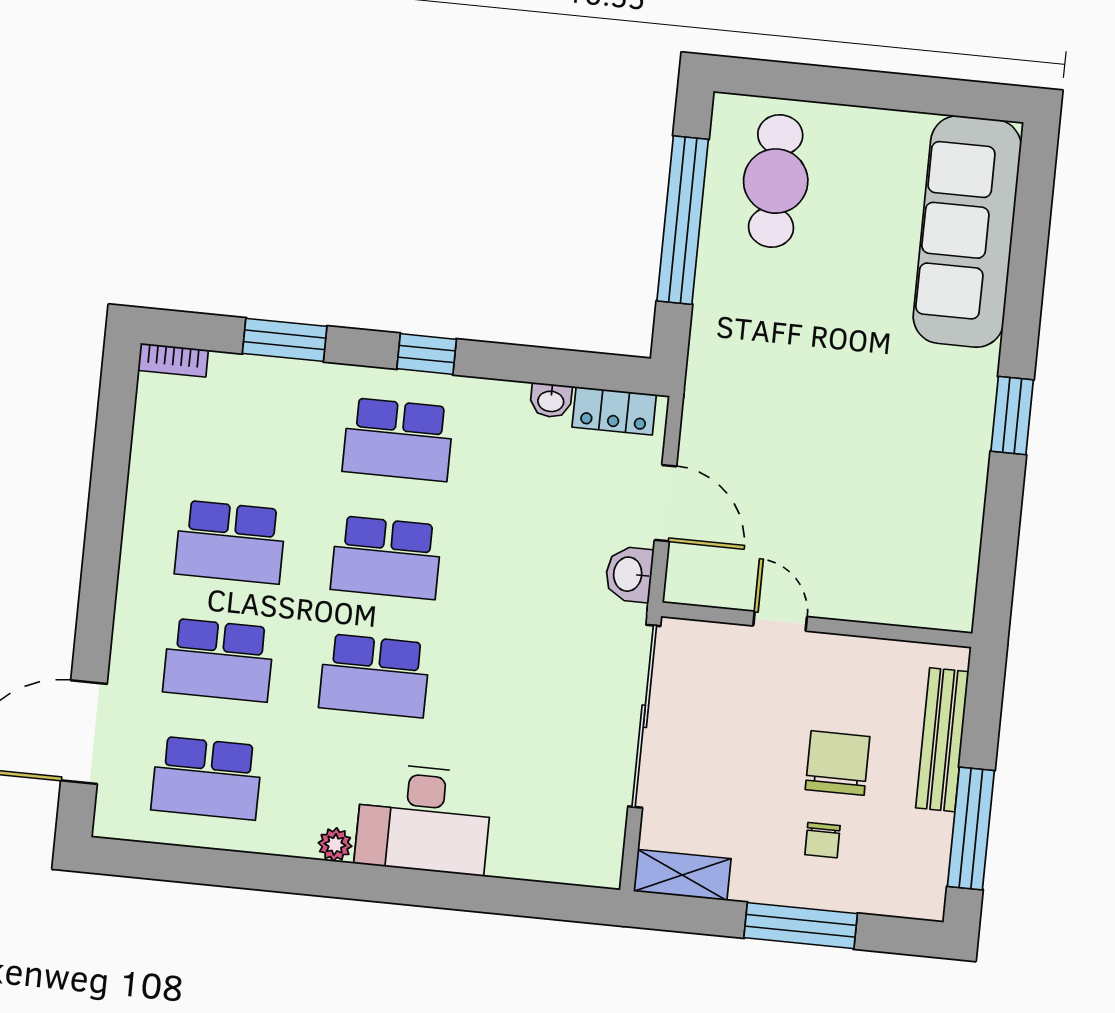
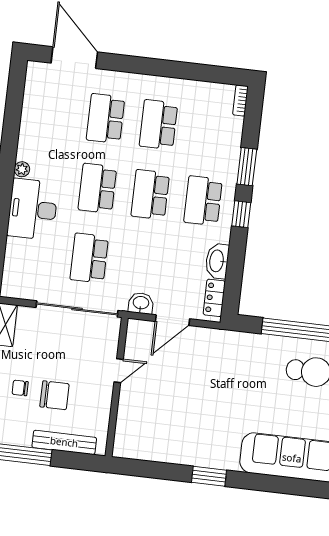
window: (285, 340) -> (247, 167), moved
washbasin: (551, 400) -> (217, 261), width x1.91, depth x1.45
school desk: (207, 778) -> (89, 258), moved

